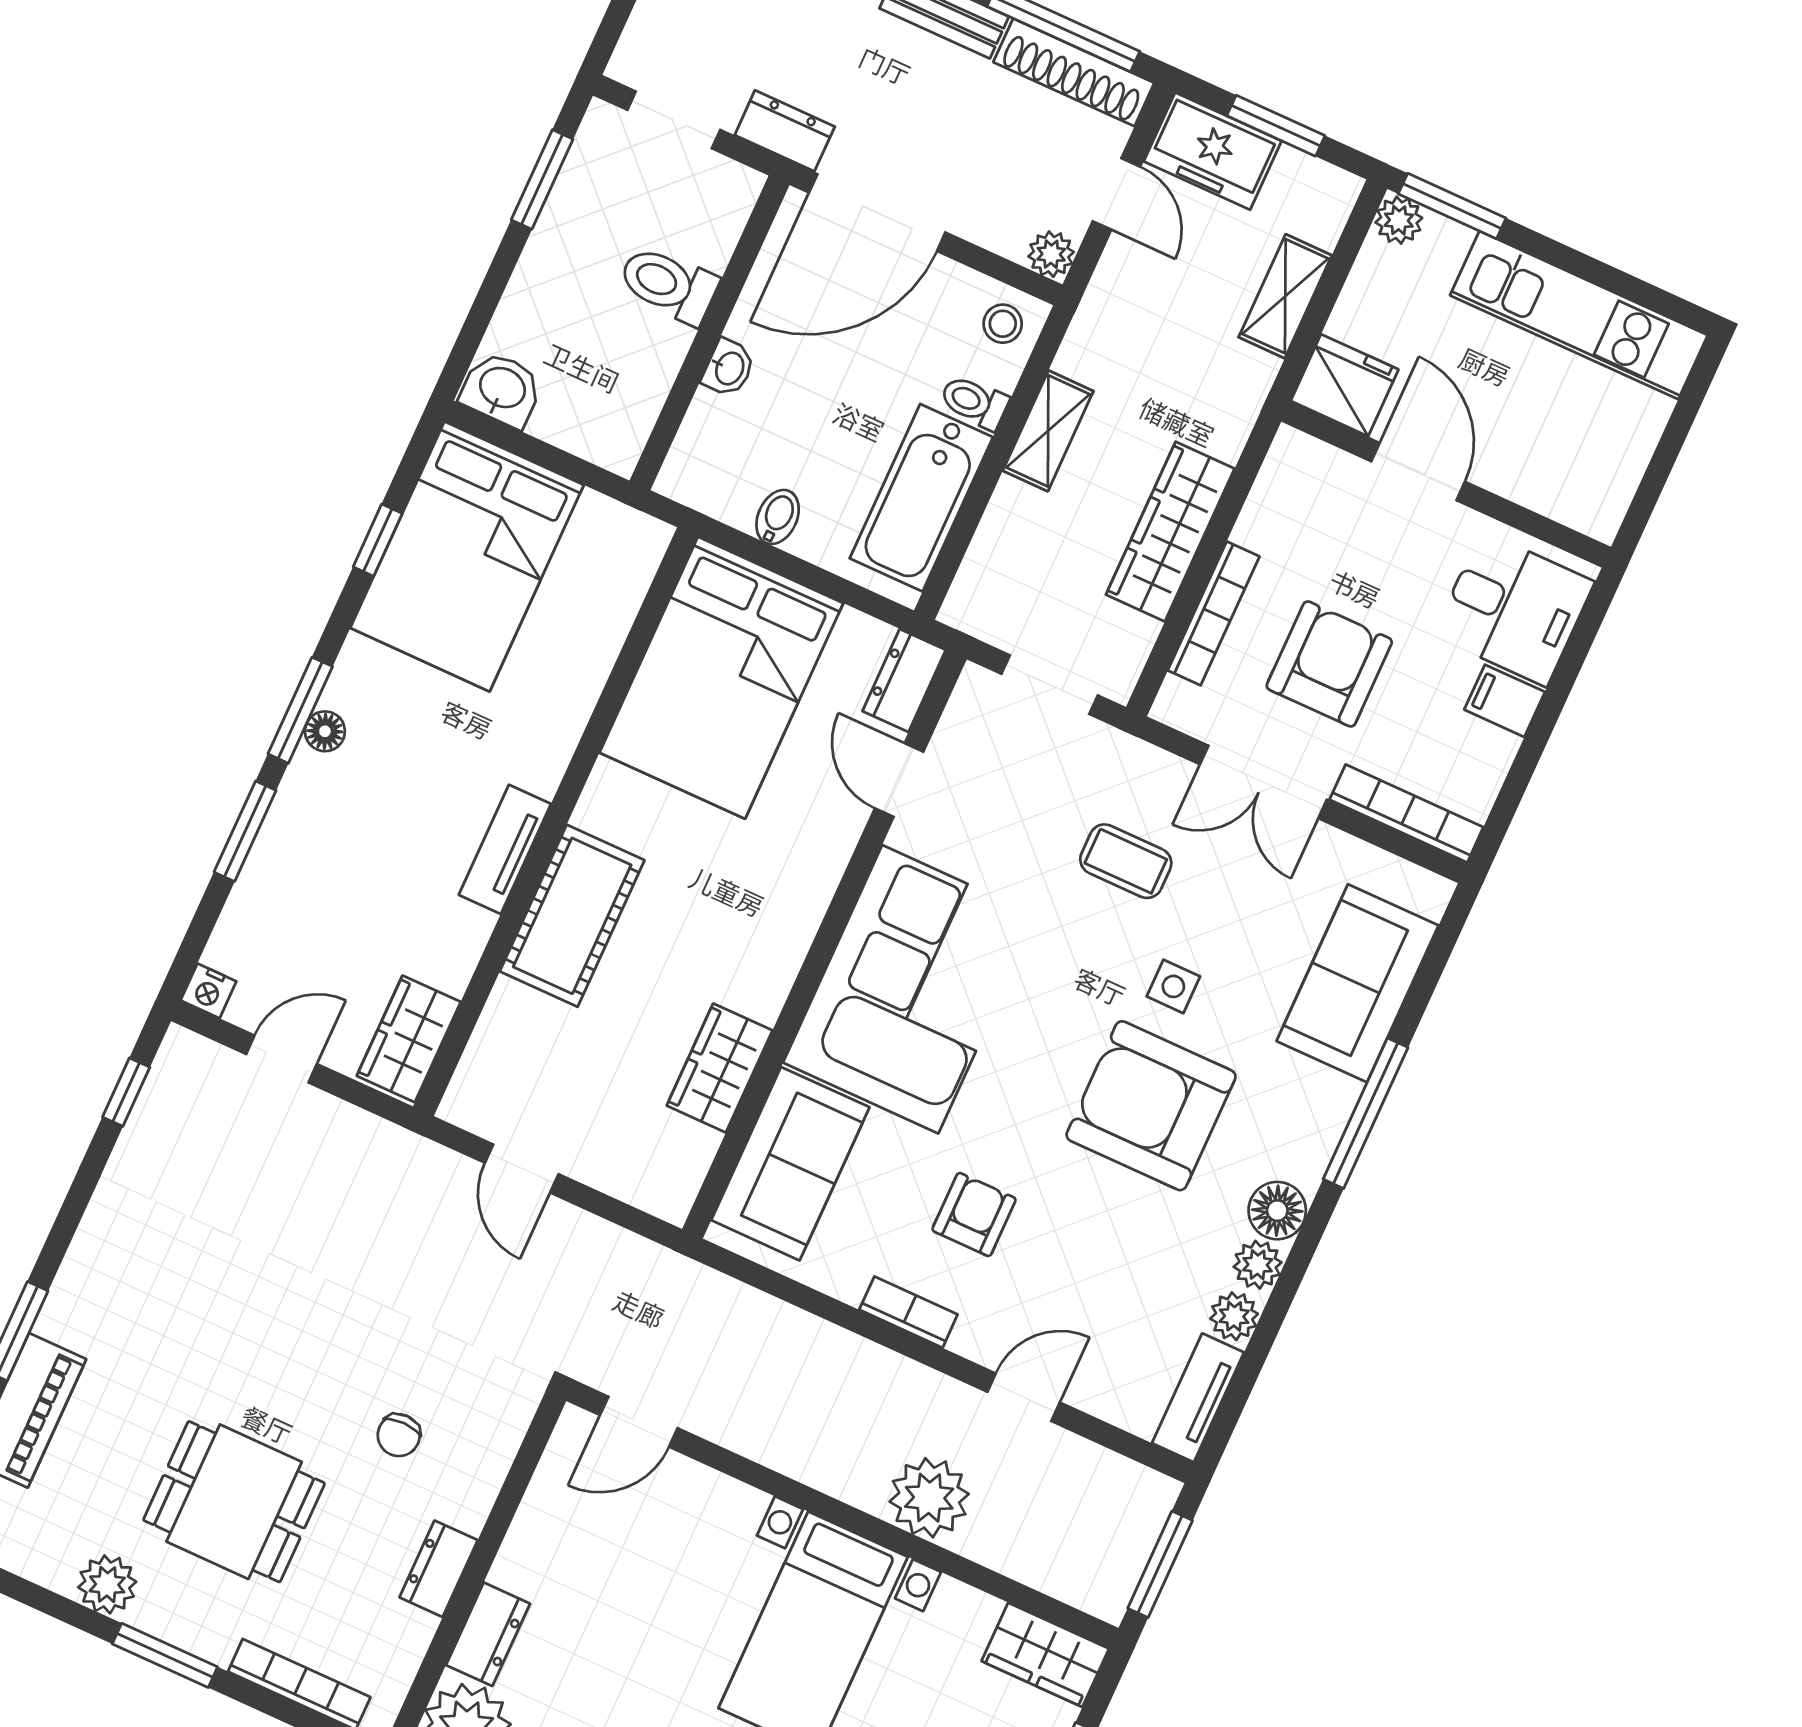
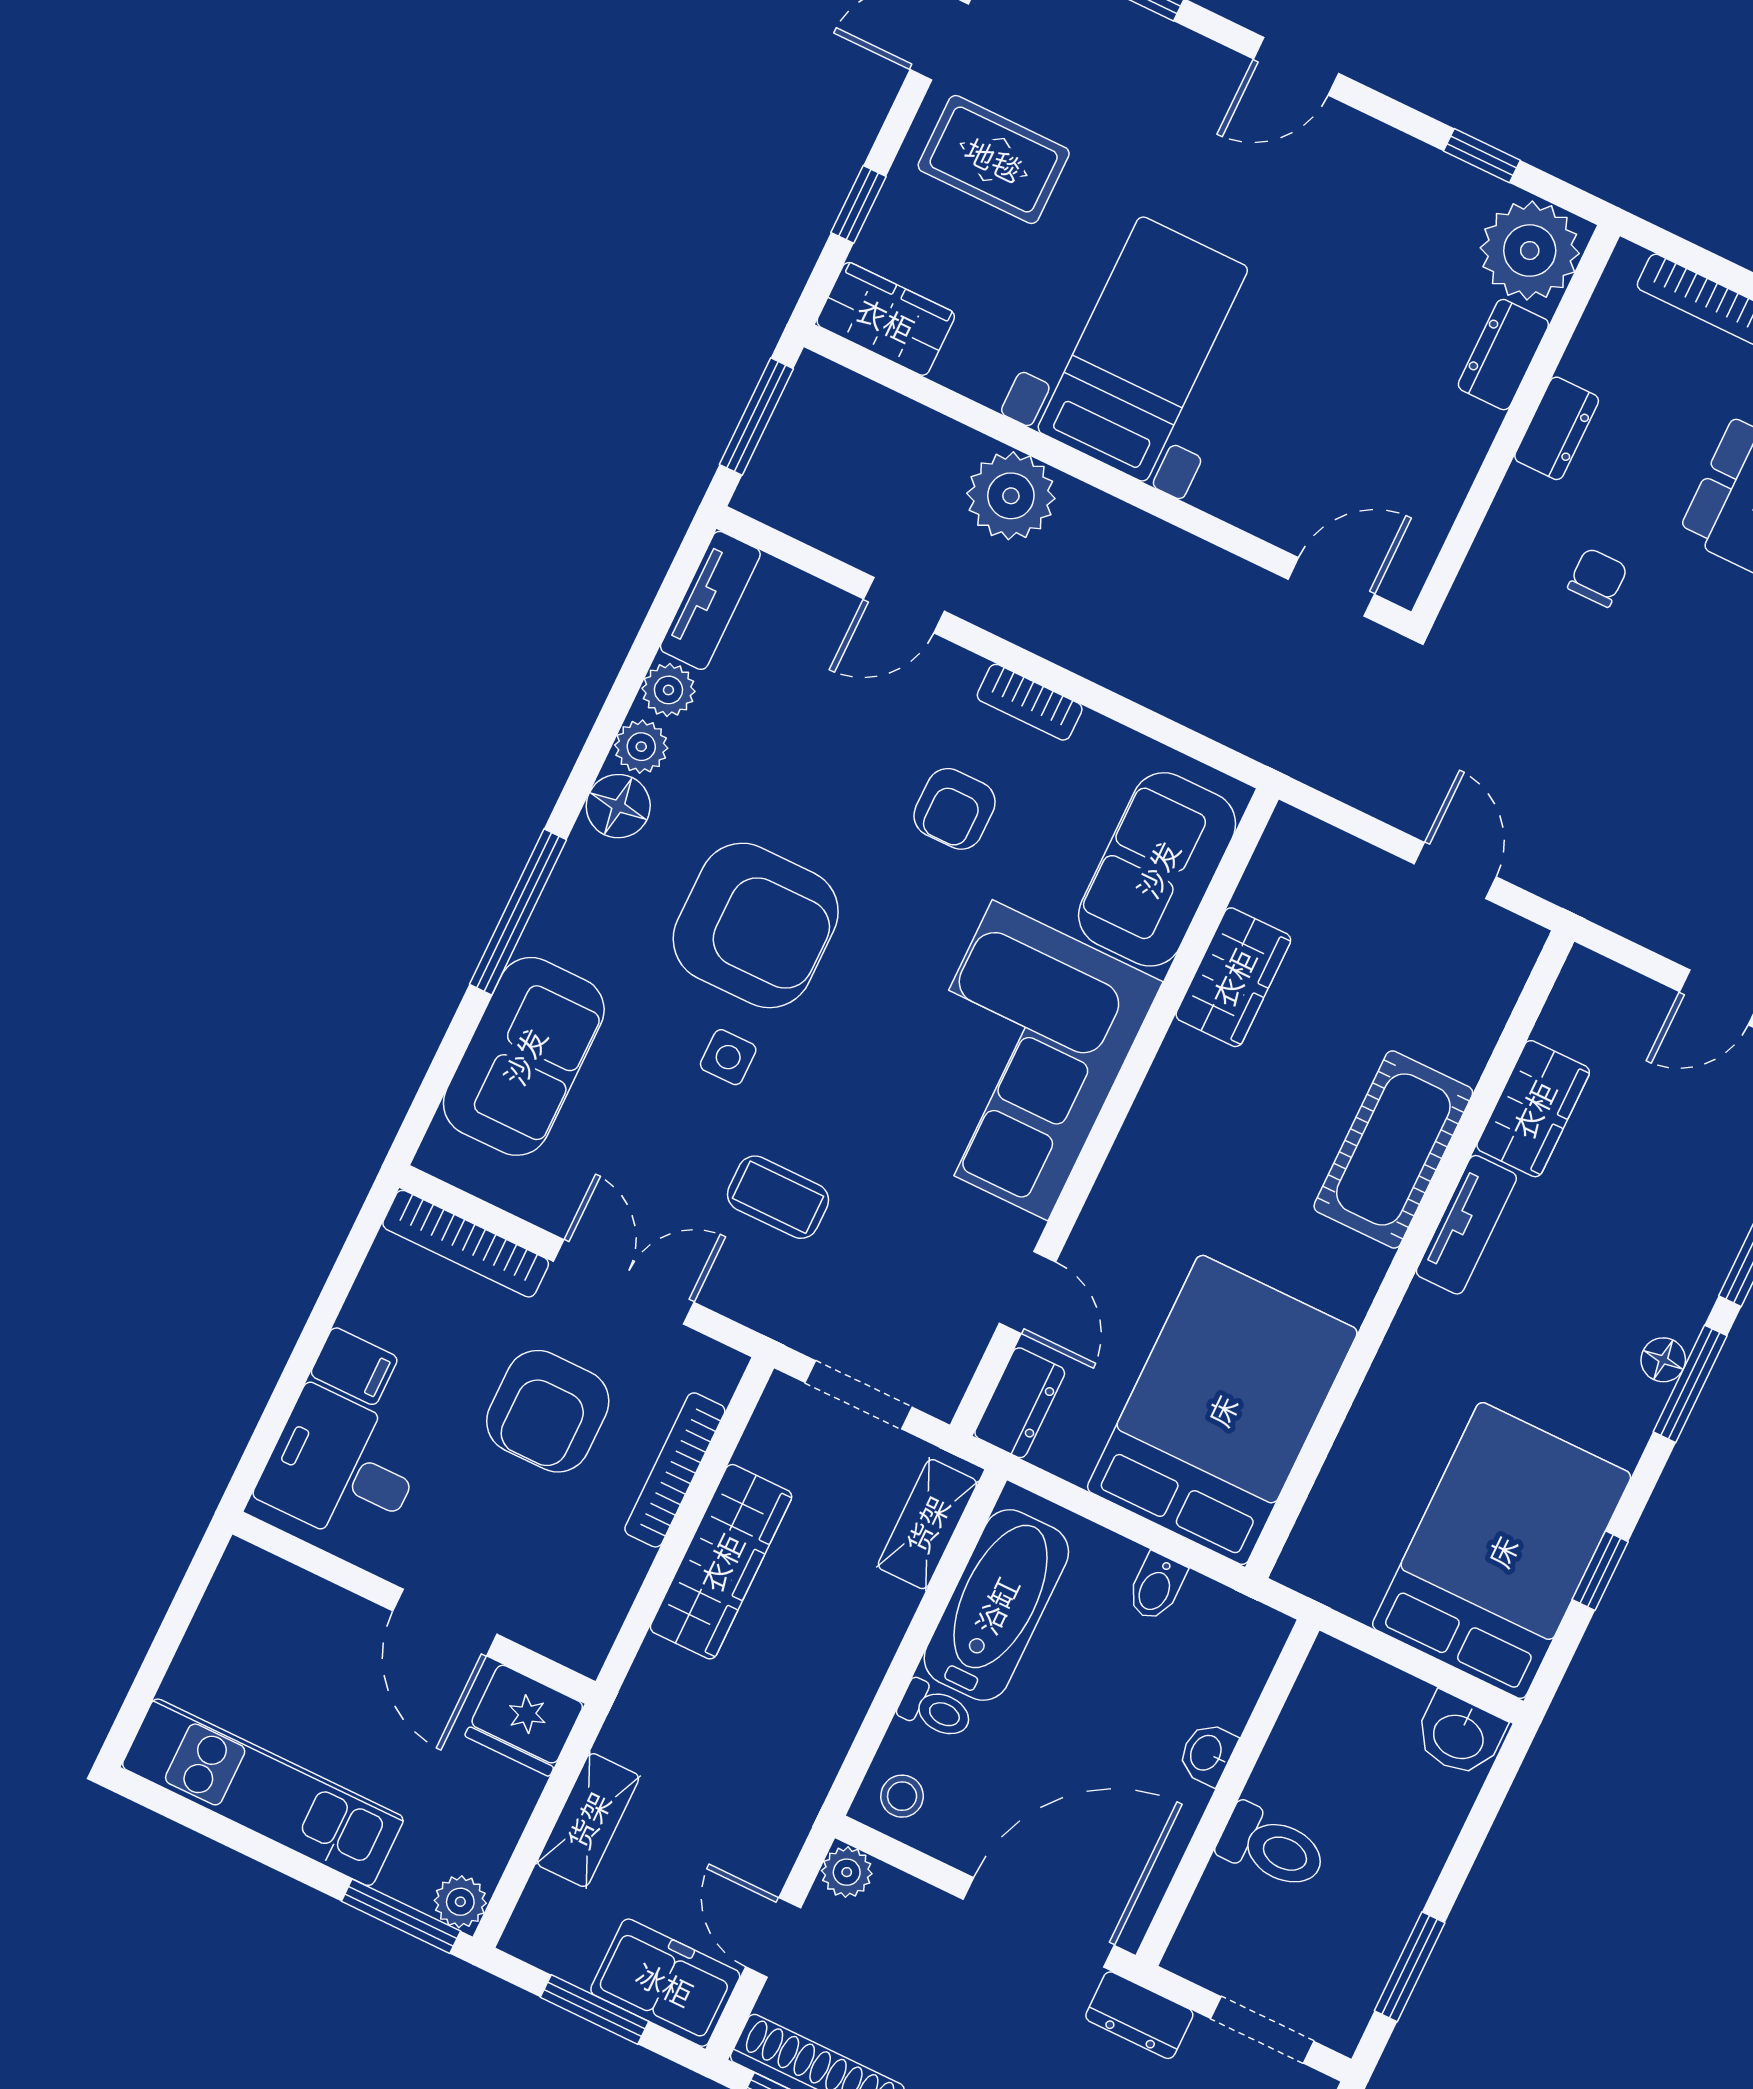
shelving: (1048, 431) -> (927, 1524), moved
wardrobe: (409, 1039) -> (1533, 1109), moved

